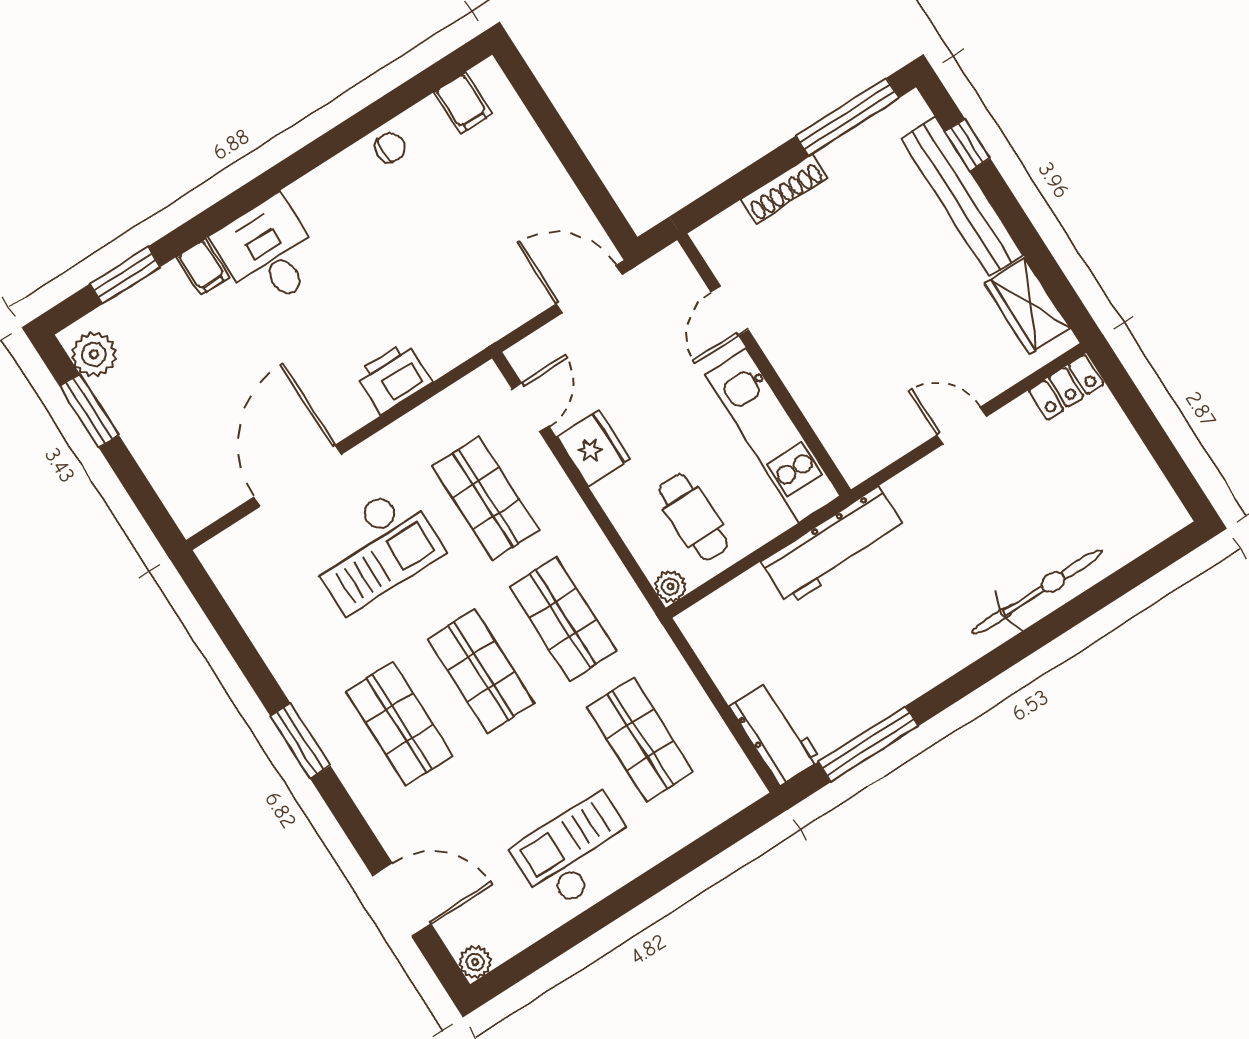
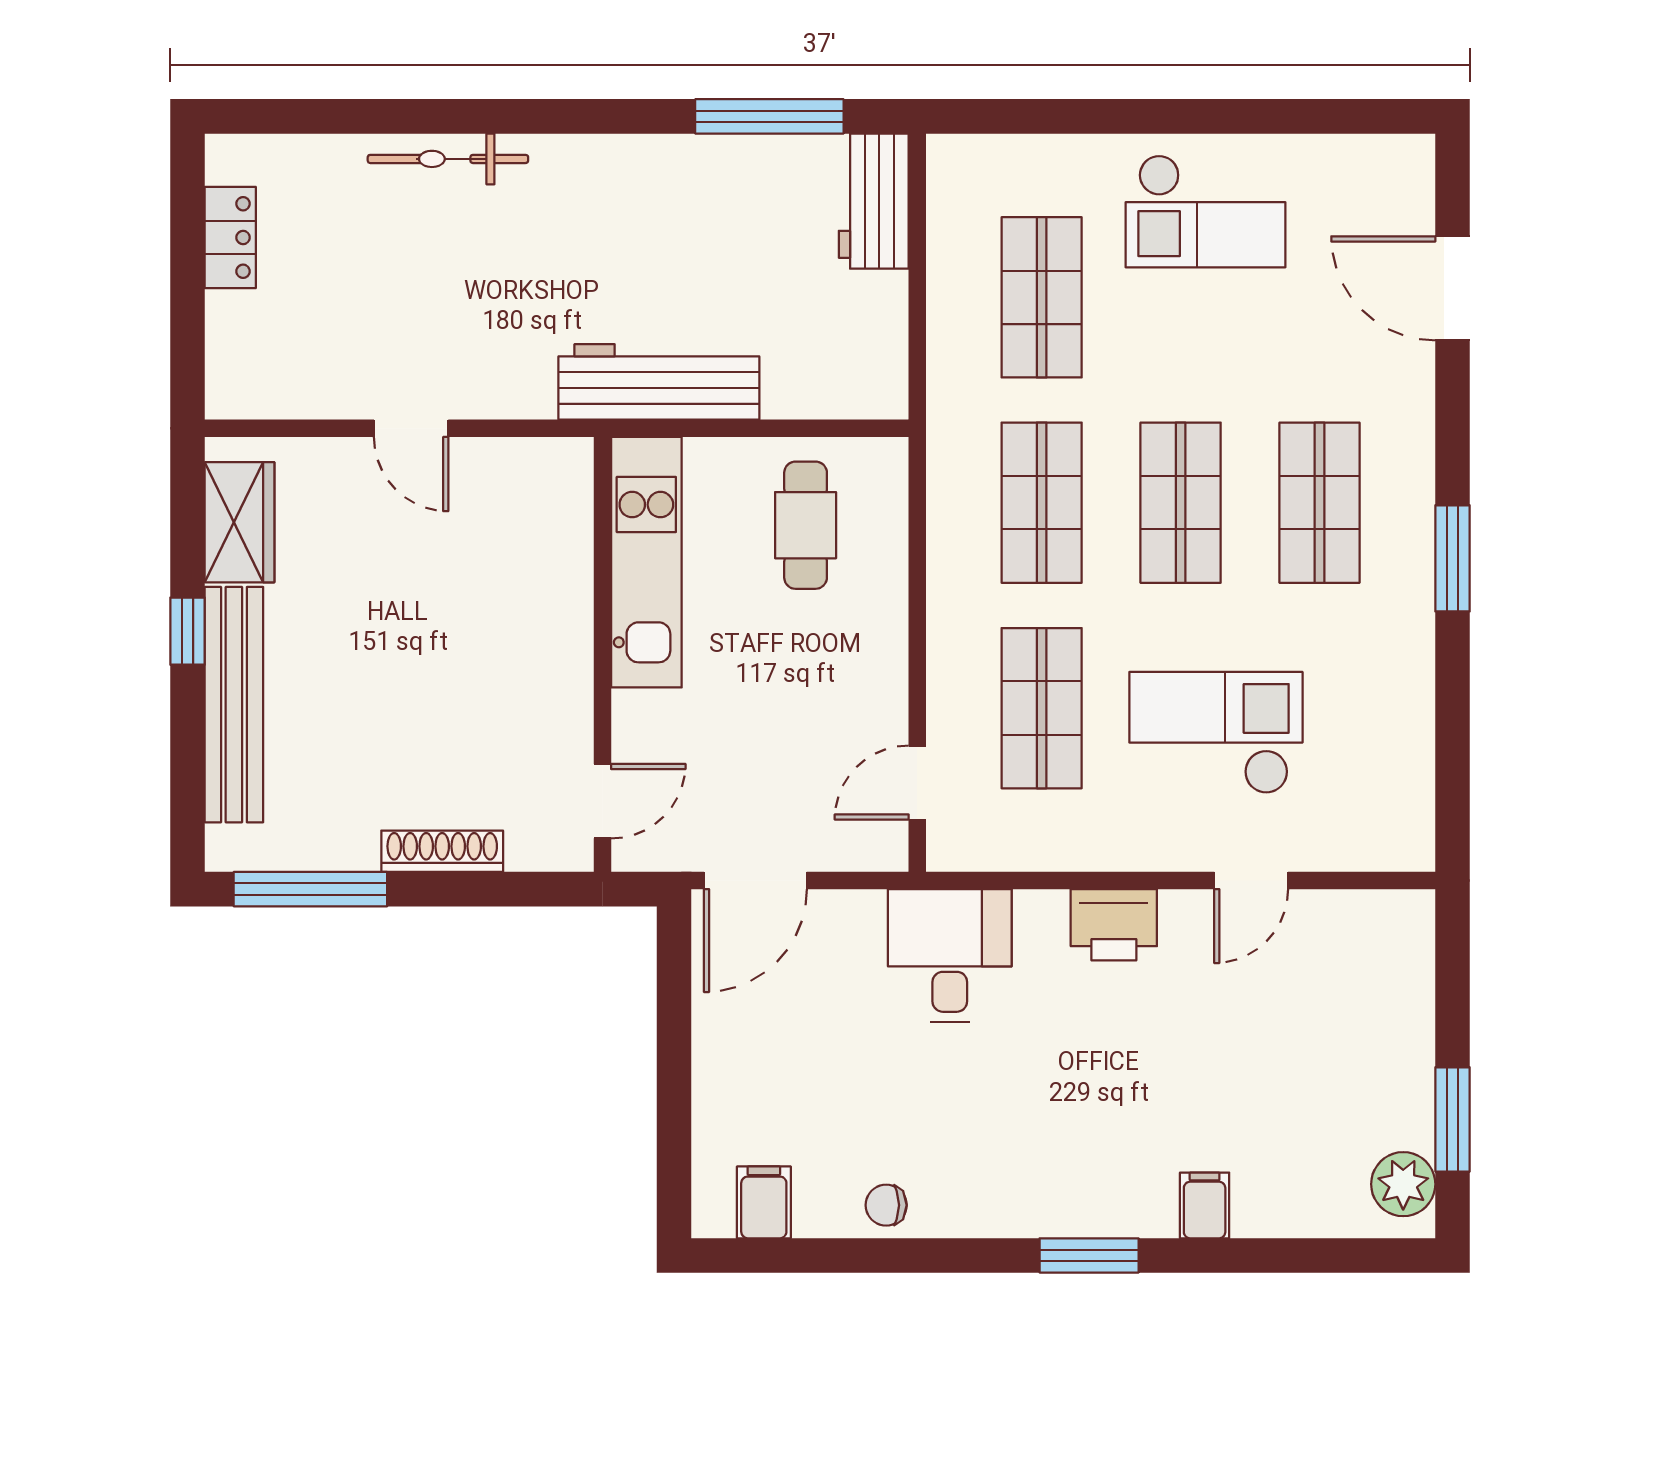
window: (967, 145) -> (187, 631), moved
desk: (269, 253) -> (950, 956), moved, turned 180
window: (125, 275) -> (1089, 1255), moved
door: (589, 289) -> (755, 881), hinge flipped
door: (729, 311) -> (602, 801), moved
printer: (394, 378) -> (1114, 925), moved
locker: (1066, 387) -> (230, 237), moved, turned 90
fridge: (593, 448) -> (873, 685), removed
door: (298, 476) -> (1251, 881), width x0.53
plant: (670, 586) -> (887, 459), removed
bicycle: (1037, 592) -> (448, 159), width x0.73, depth x0.71
plant: (475, 962) -> (1412, 157), removed

